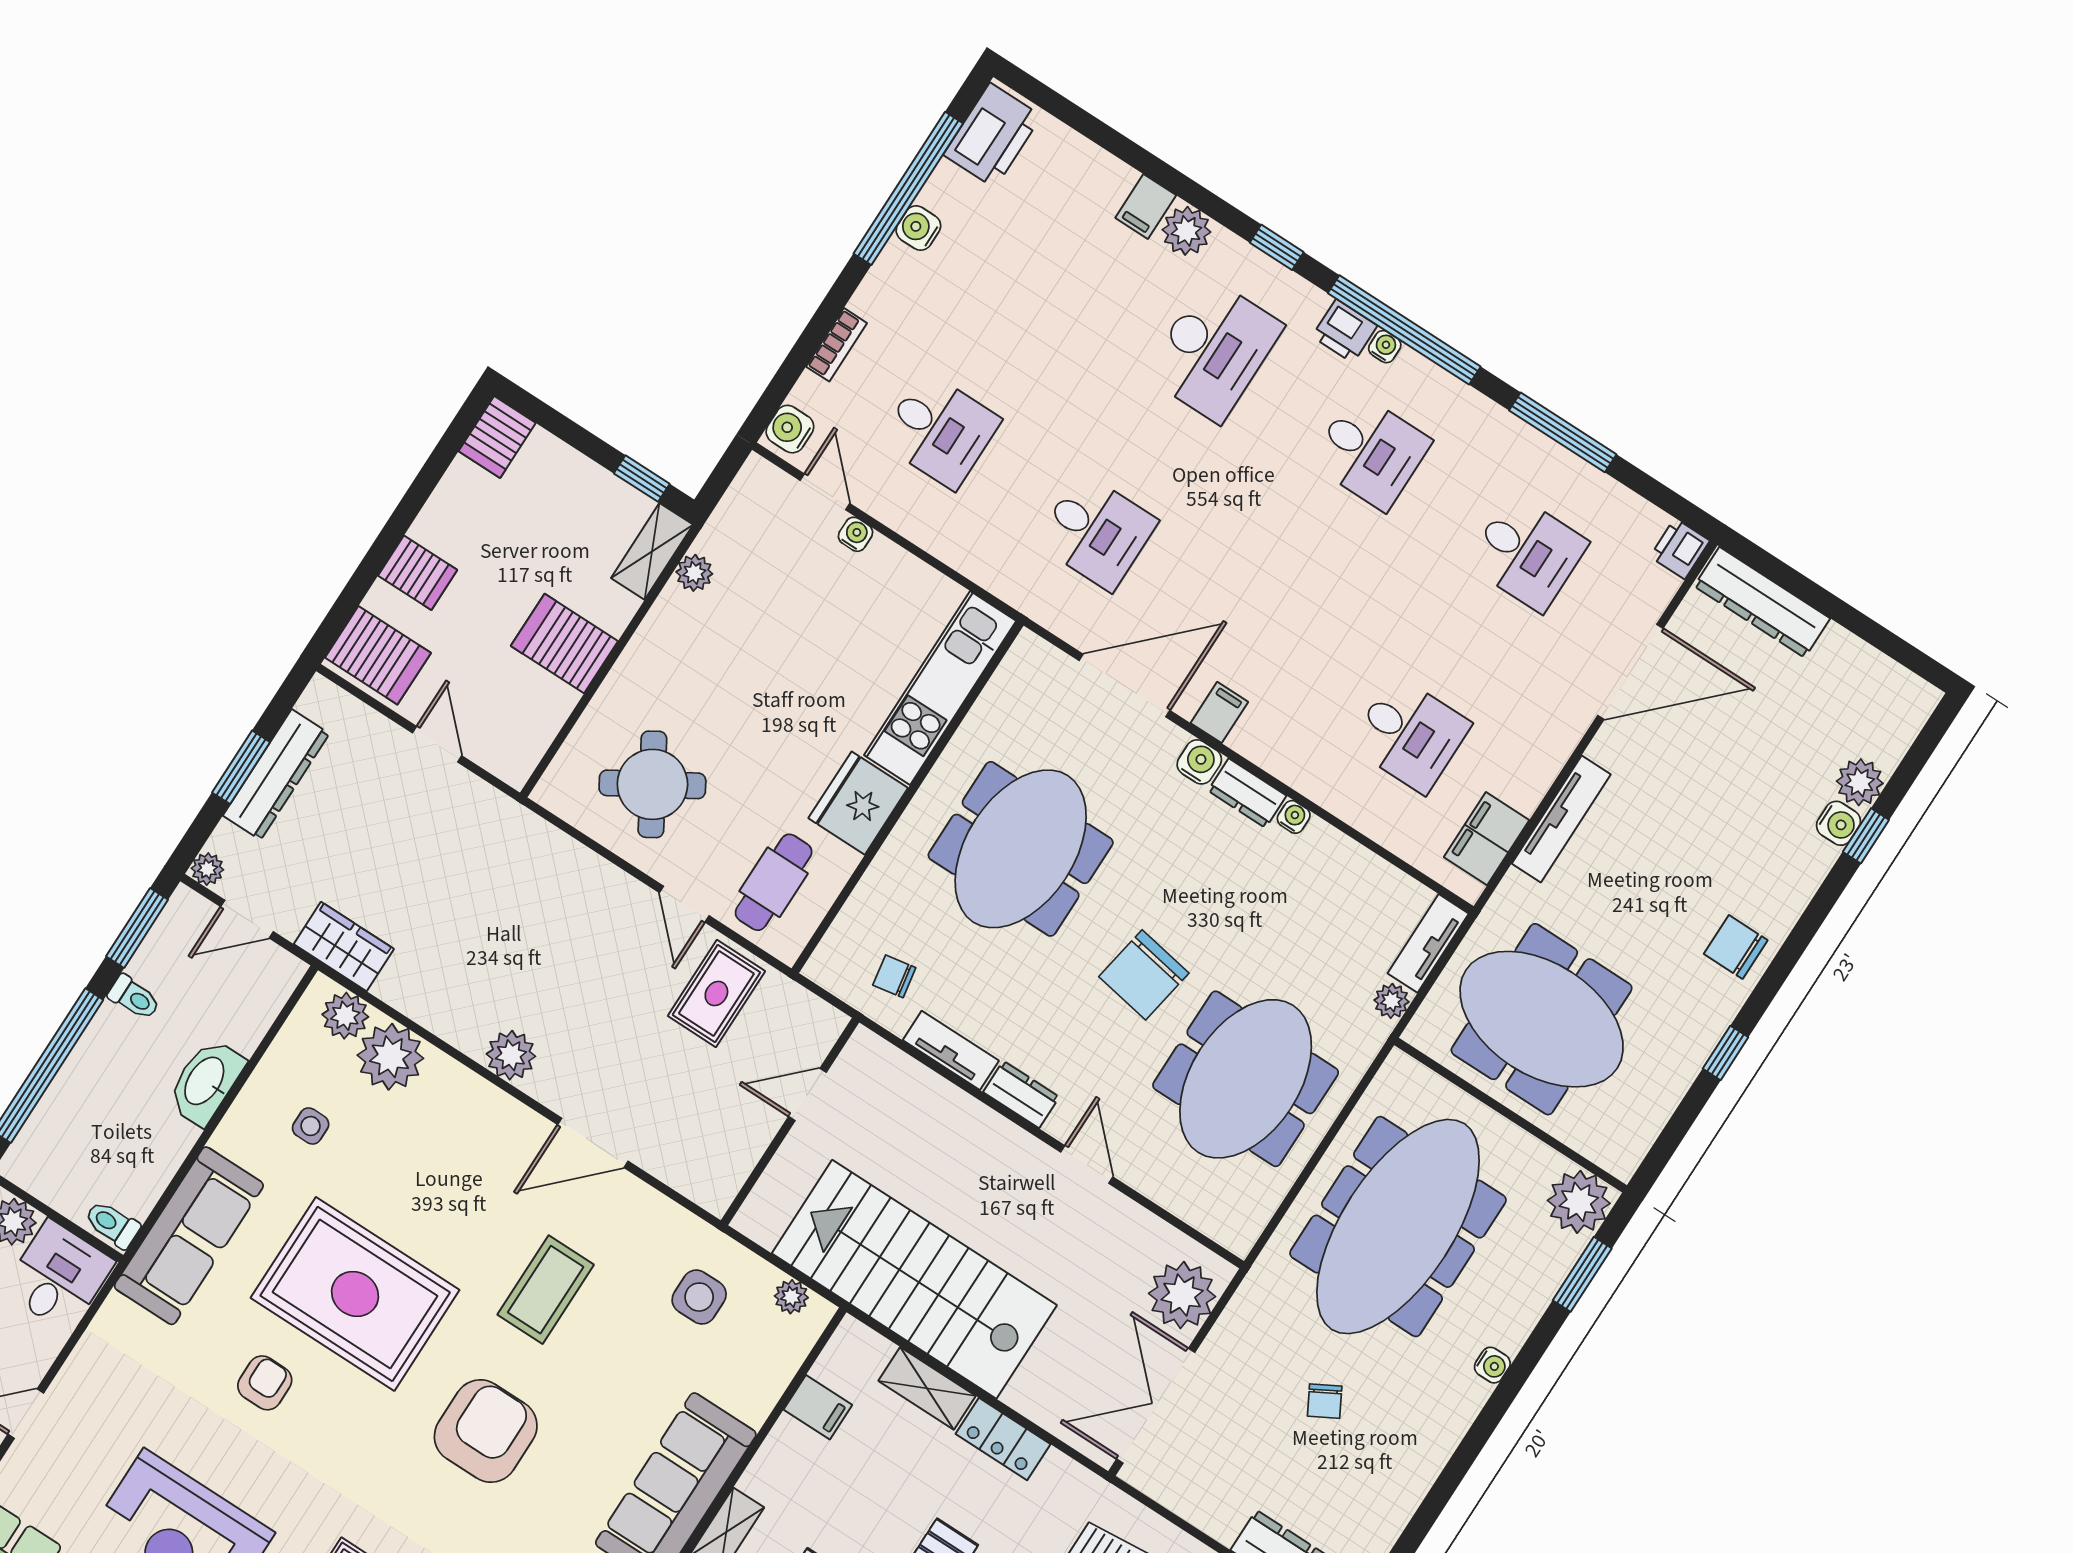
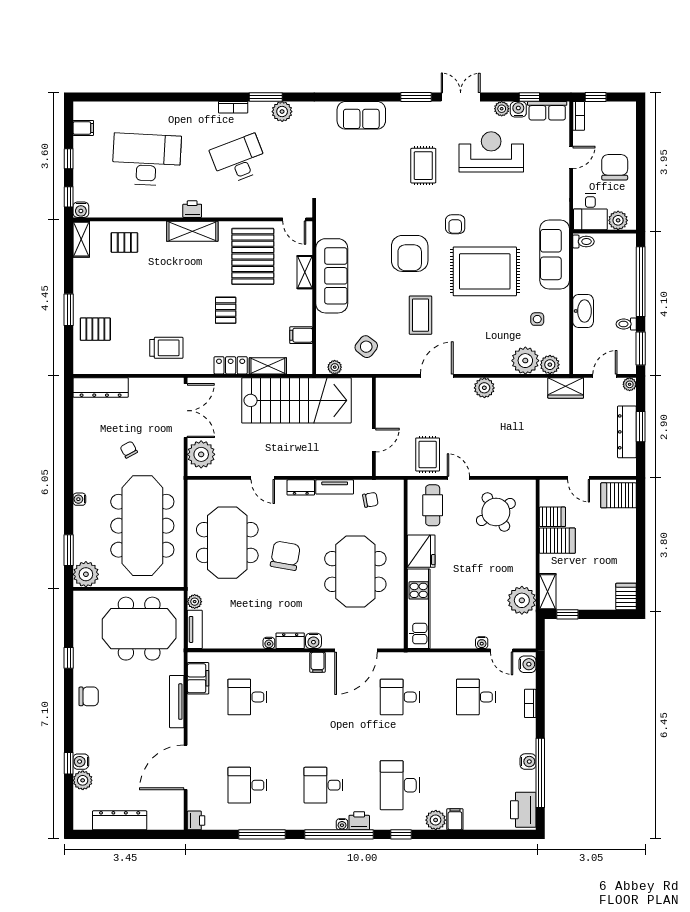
server rack: (418, 573) -> (552, 517), moved, turned 180
plant: (694, 573) -> (522, 600), width x1.87, depth x1.87
dresser: (1762, 602) -> (120, 820), moved
side table: (699, 1297) -> (366, 347), turned 38
armchair: (265, 1383) -> (455, 224), moved

